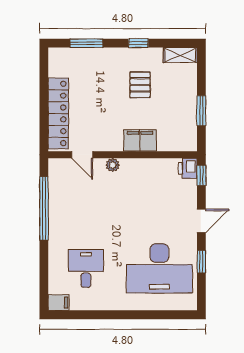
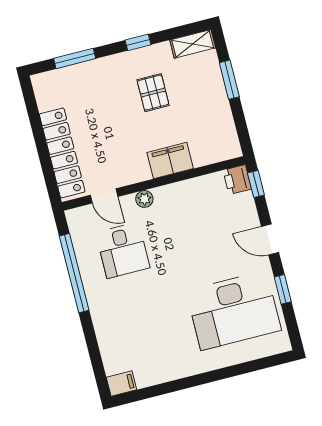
window: (201, 111) -> (229, 80), moved
door: (201, 221) -> (270, 239), swing flipped
desk: (86, 268) -> (123, 250), moved, turned 180

